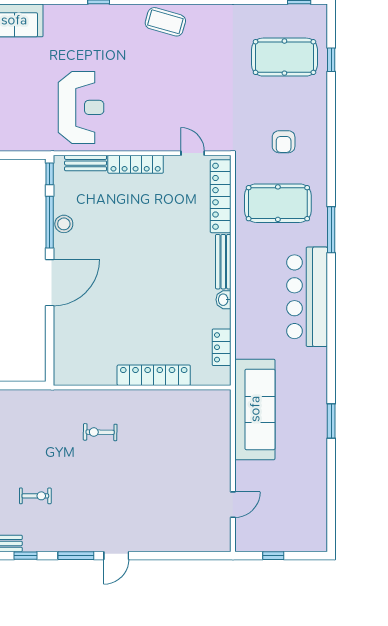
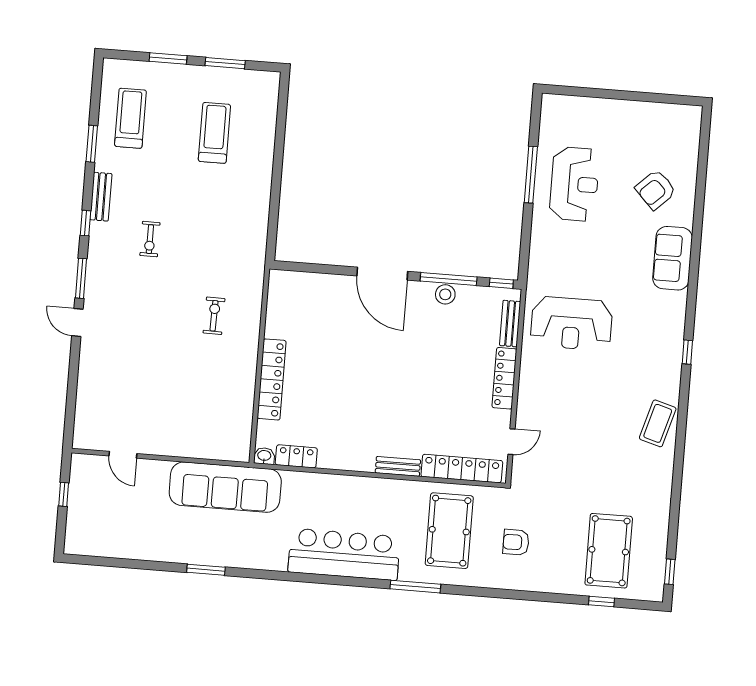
bench: (223, 262) -> (398, 466), width x0.73
washbasin: (224, 300) -> (264, 456), moved

